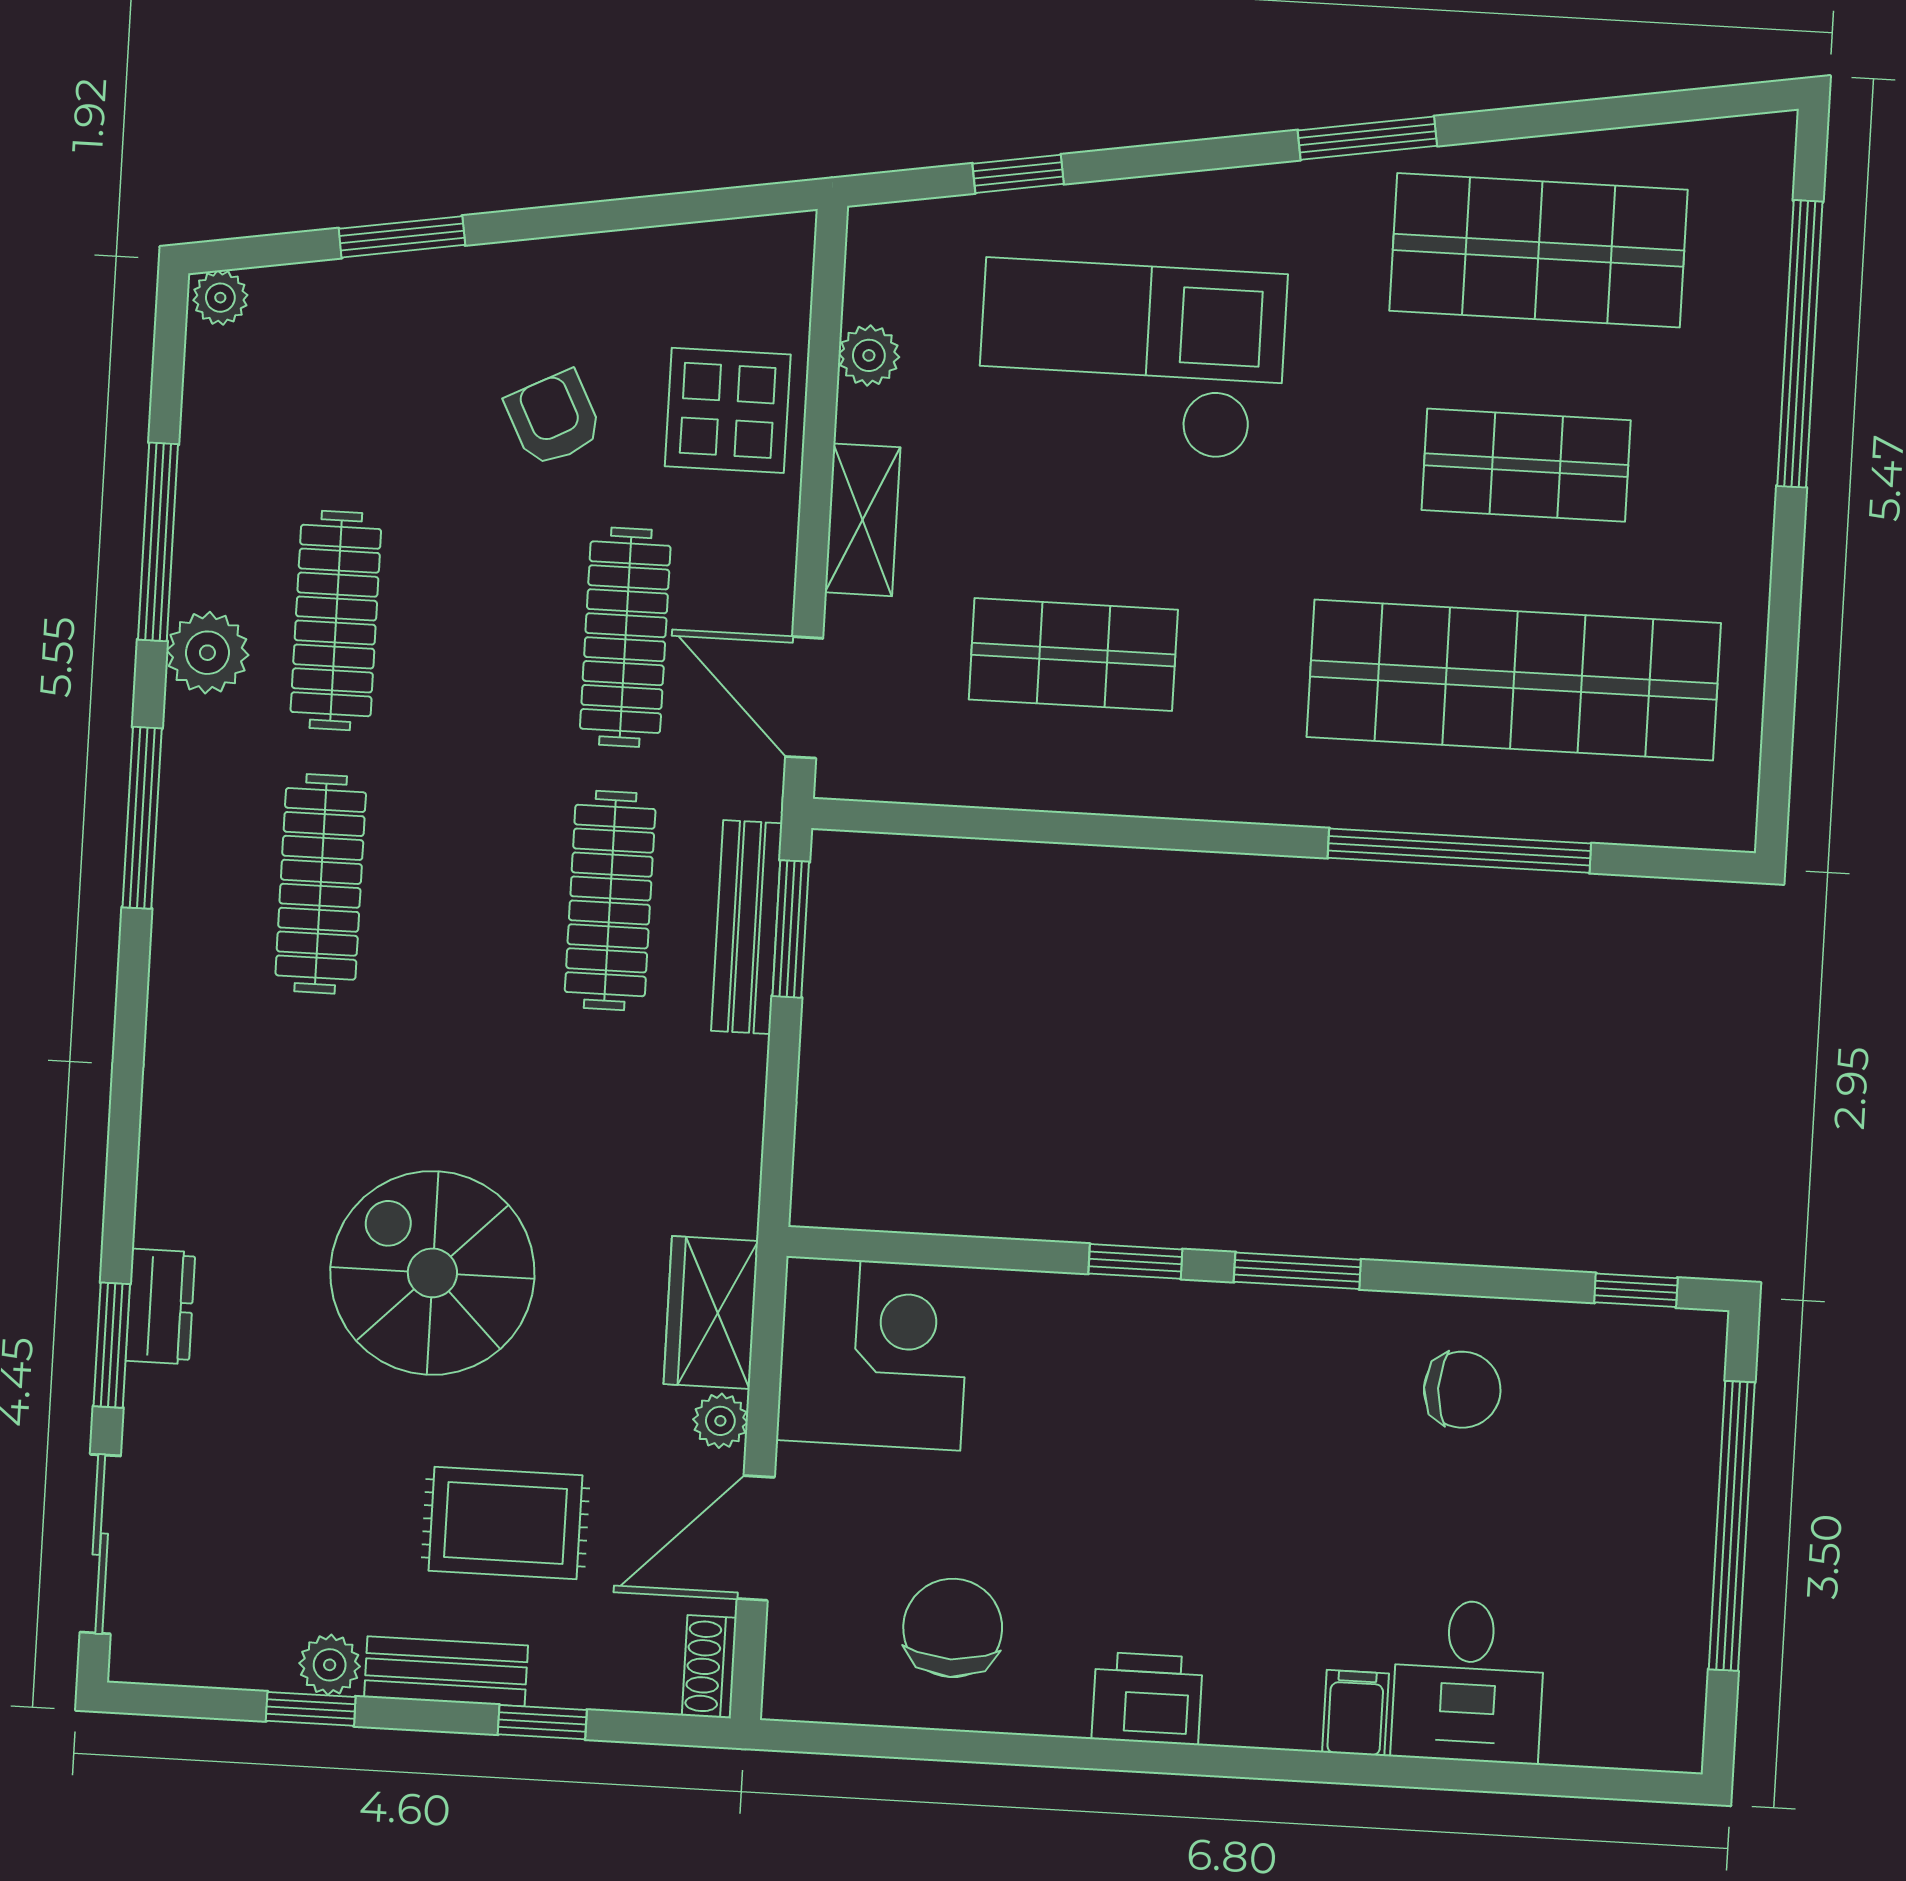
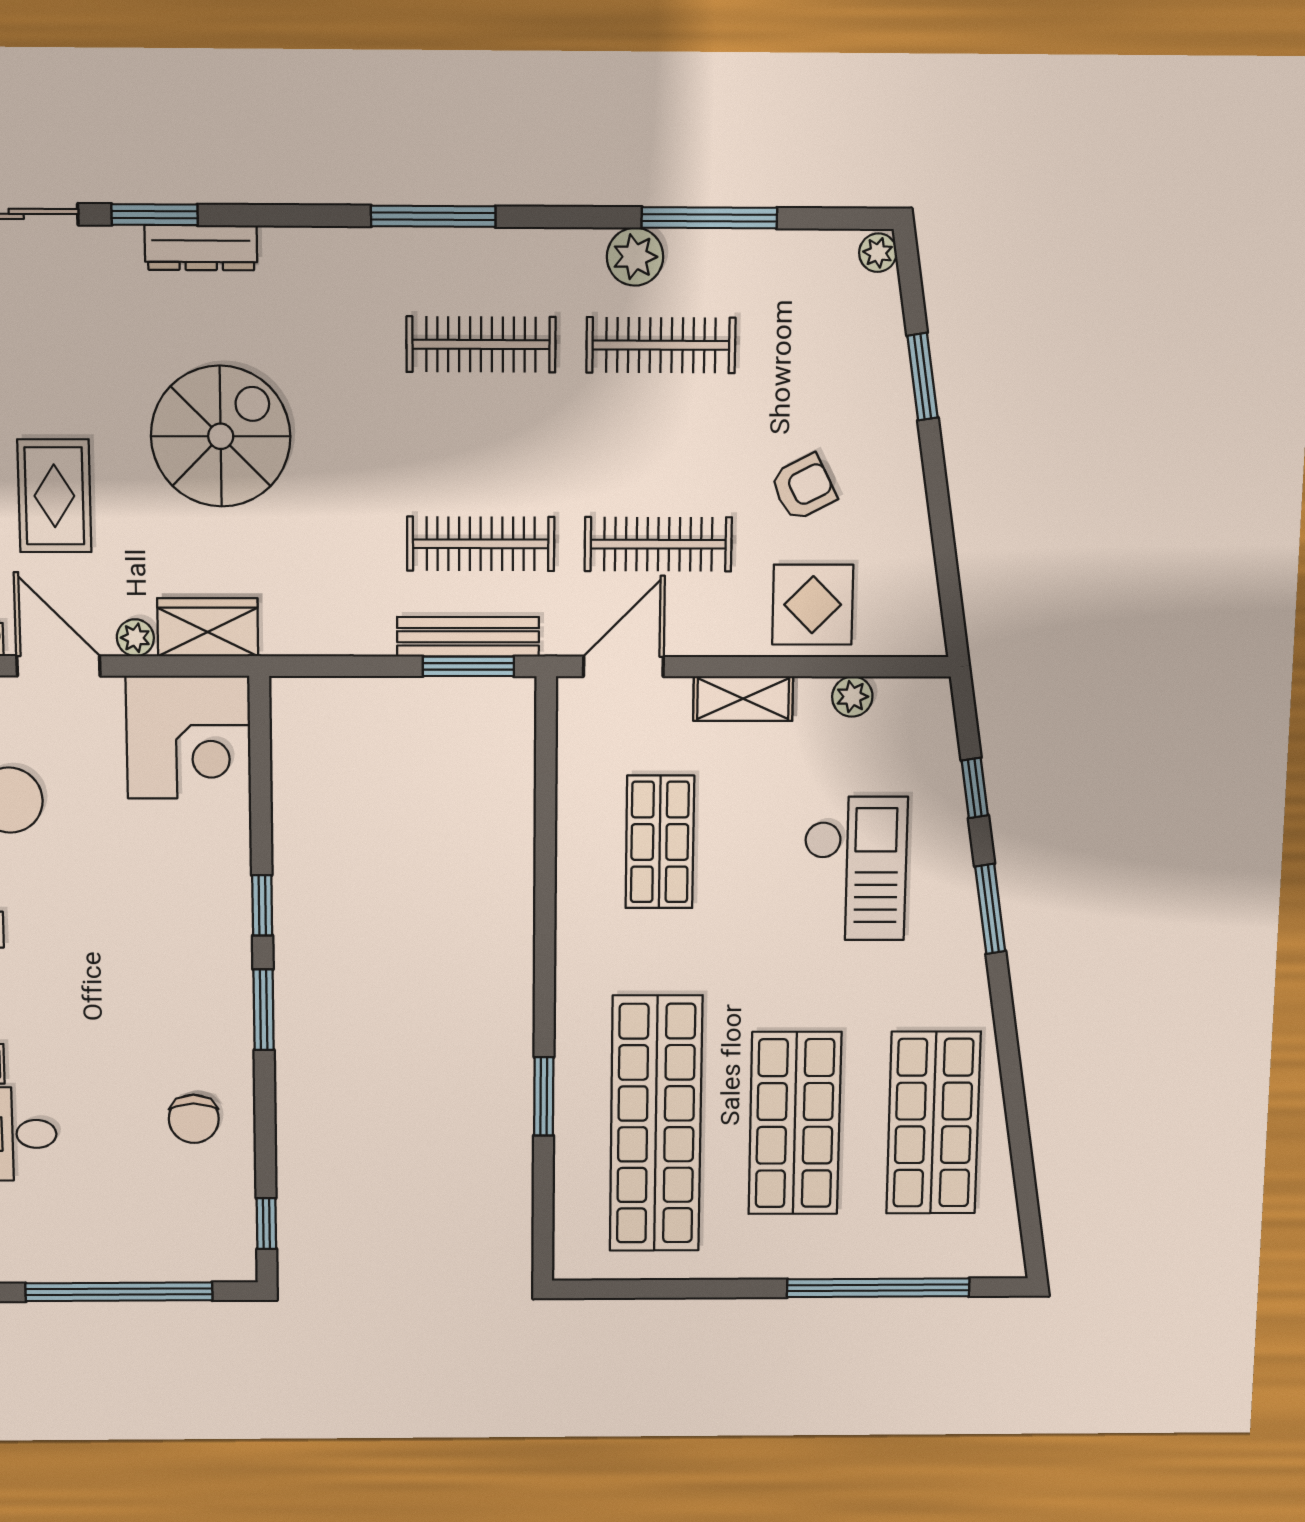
window: (1367, 138) -> (990, 909), moved
checkout: (1132, 360) -> (855, 869), width x0.73, depth x0.83
shop shelf: (1526, 465) -> (795, 1123), width x1.43, depth x1.36
window: (142, 818) -> (433, 216), moved
window: (1459, 851) -> (544, 1096), width x0.47
dresser: (160, 1306) -> (201, 248), width x1.44

